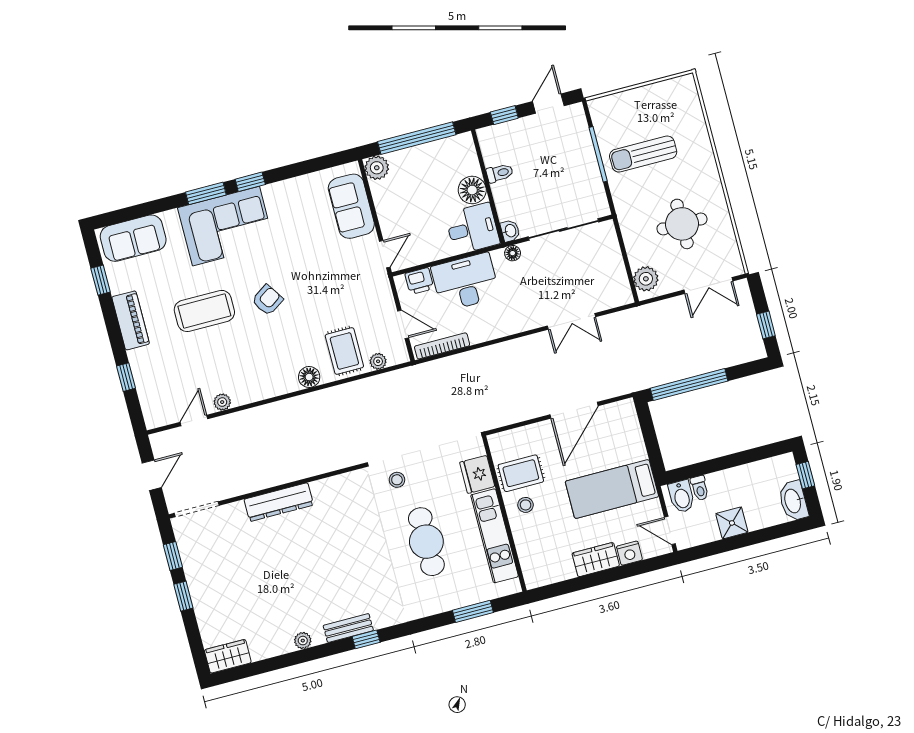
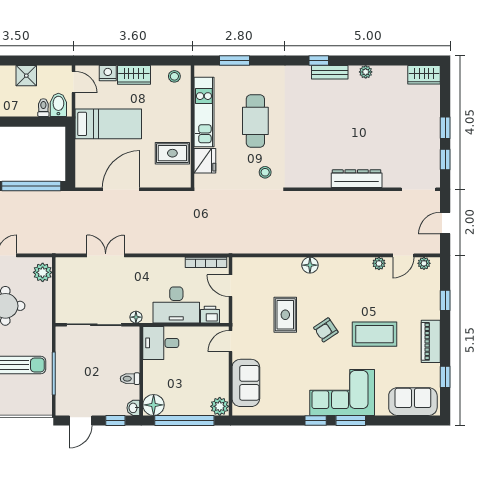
floor lamp: (472, 190) -> (154, 405), moved
washbasin: (510, 231) -> (133, 408), moved
rug: (344, 351) -> (285, 315), moved
plant: (378, 361) -> (424, 263), moved
stool: (526, 505) -> (174, 76), moved

